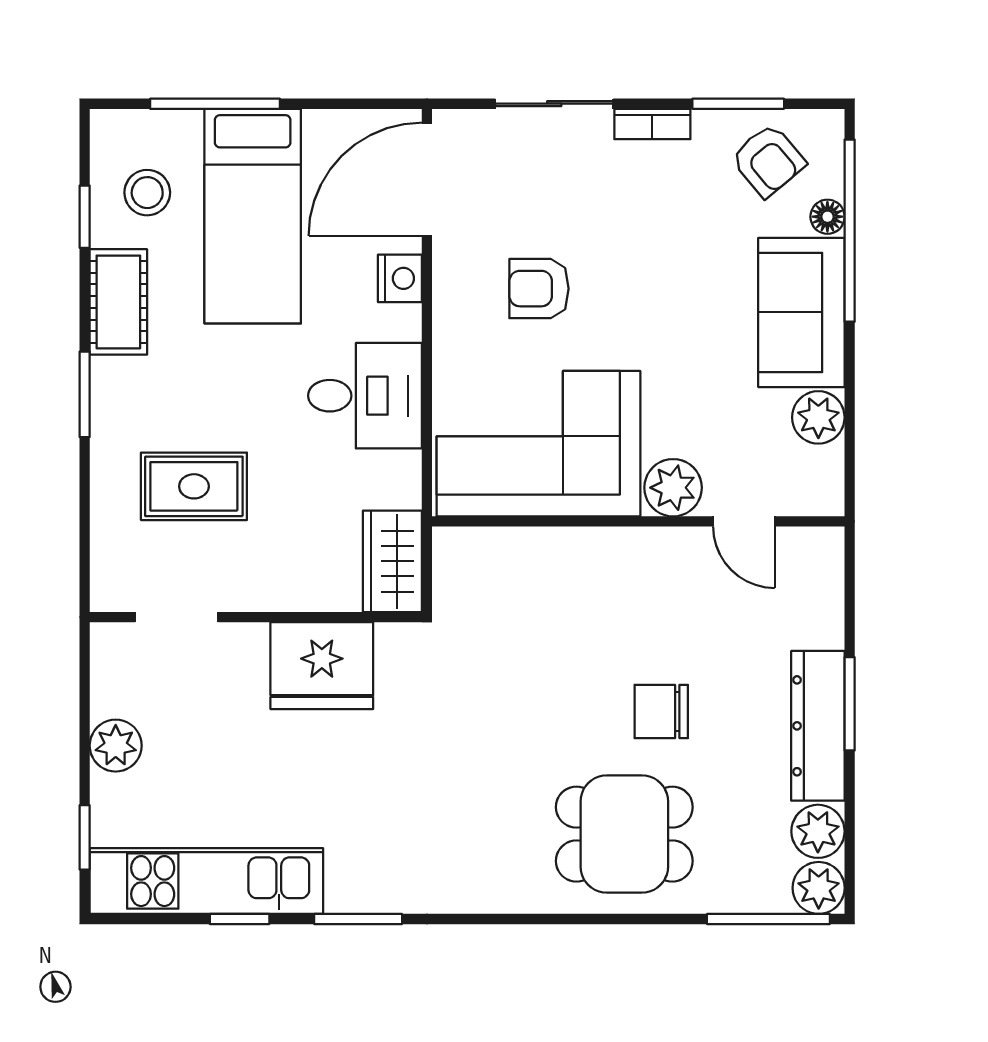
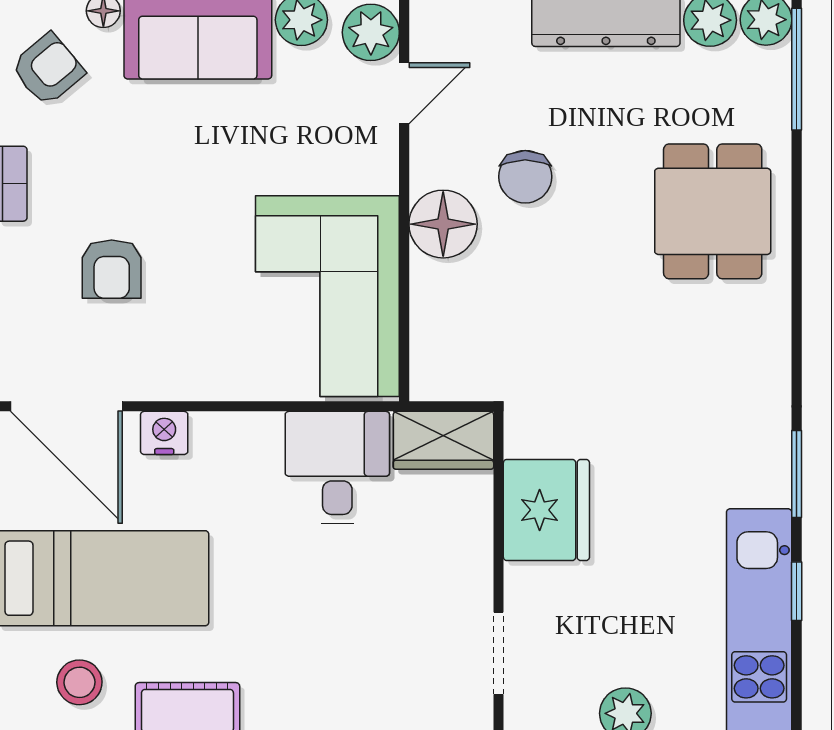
armchair: (539, 289) -> (112, 269), moved
desk: (365, 396) -> (337, 467), moved
rug: (194, 486) -> (369, 636), removed
plant: (673, 488) -> (371, 32), moved
floor lamp: (611, 561) -> (443, 224), added
chair: (661, 712) -> (525, 177), moved

